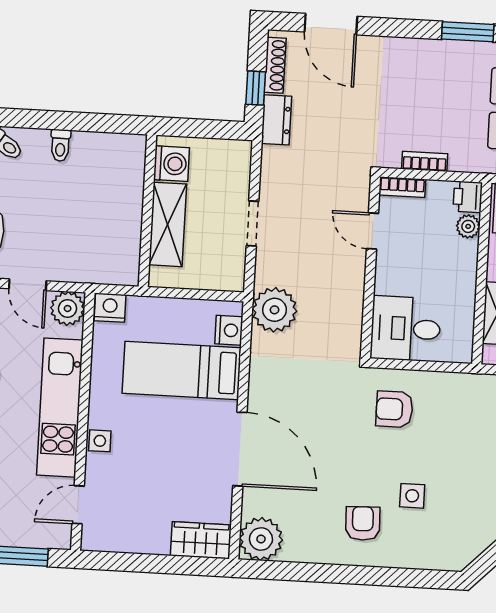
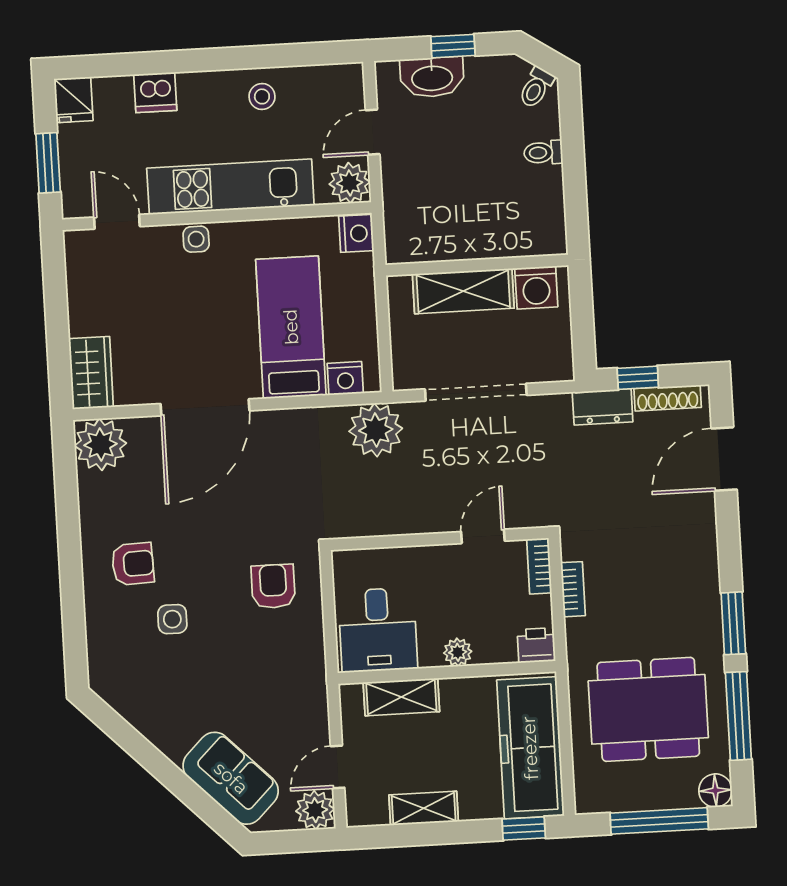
doorway: (252, 223) -> (476, 392), width x1.88
plant: (468, 226) -> (458, 652), moved
desk: (406, 329) -> (378, 630), moved, turned 180

